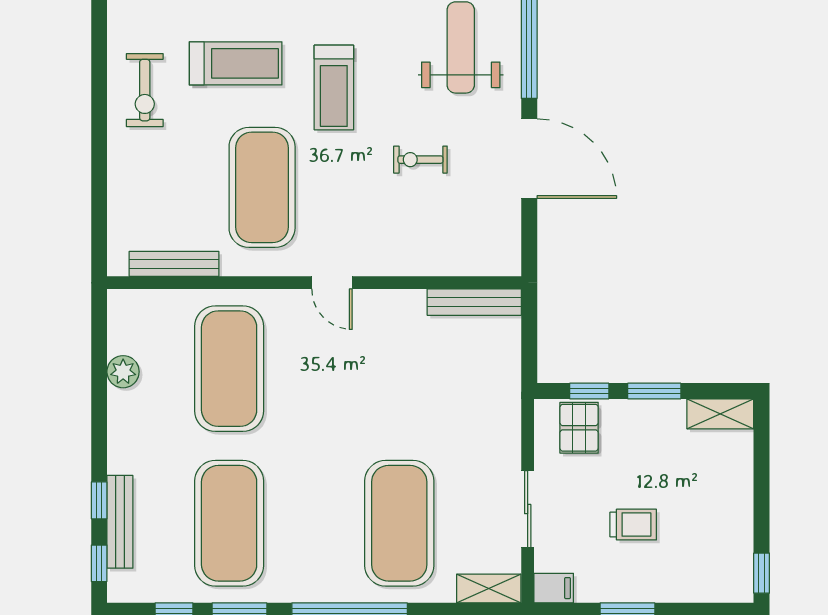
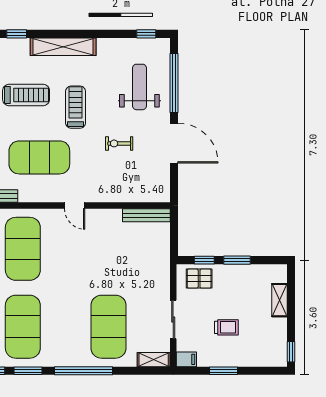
treadmill: (334, 87) -> (76, 107), turned 180
exercise mat: (262, 187) -> (39, 157), turned 90
shelving: (720, 414) -> (279, 300), moved, turned 90
pallet: (579, 428) -> (199, 279), turned 90

